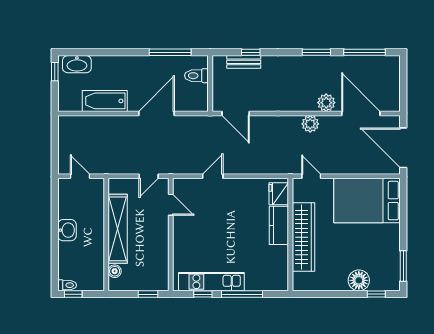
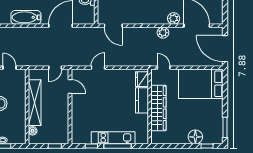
kitchen unit: (211, 282) -> (113, 138), moved

